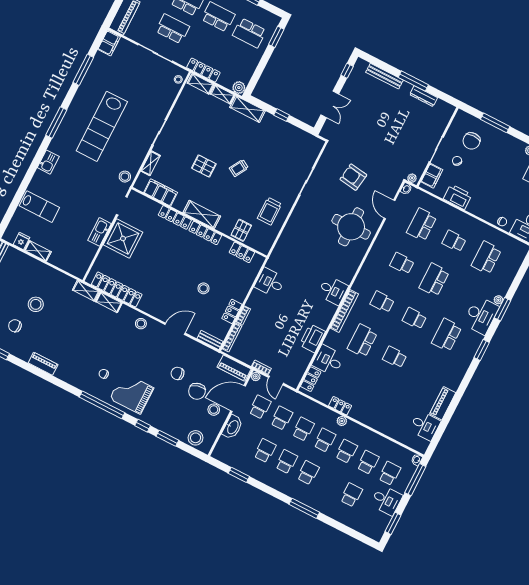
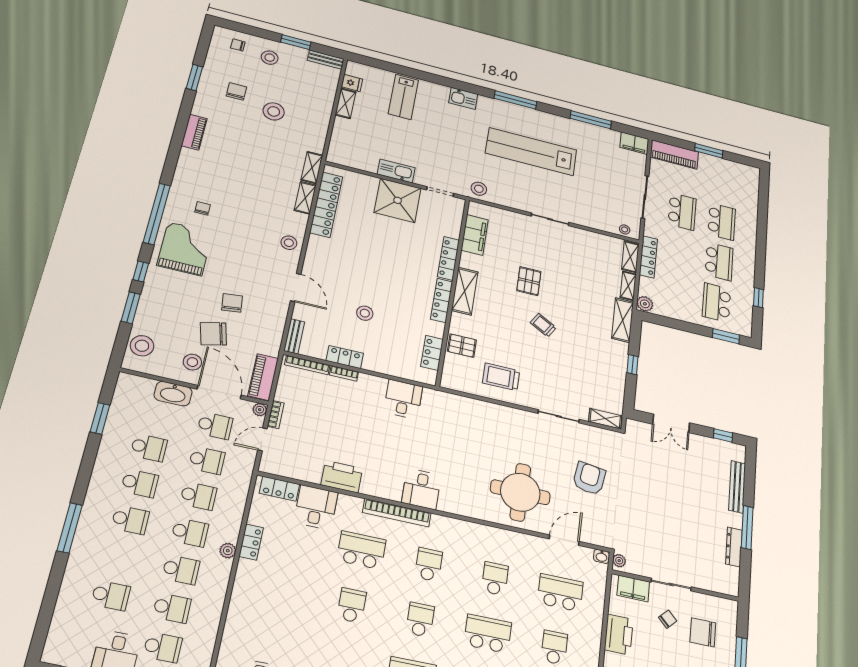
shelving: (151, 163) -> (605, 419), moved

